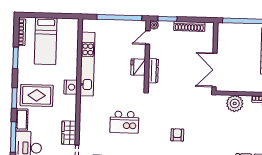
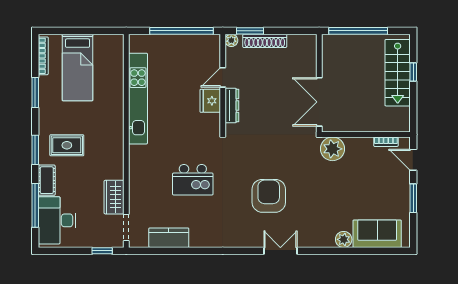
shoe rack: (189, 26) -> (265, 41), moved
door: (148, 37) -> (223, 77), moved
nightstand: (71, 87) -> (115, 132), removed
rug: (37, 95) -> (67, 145), width x0.73, depth x0.70
plant: (235, 103) -> (333, 149), moved
armchair: (177, 135) -> (269, 196), width x1.88, depth x1.88

